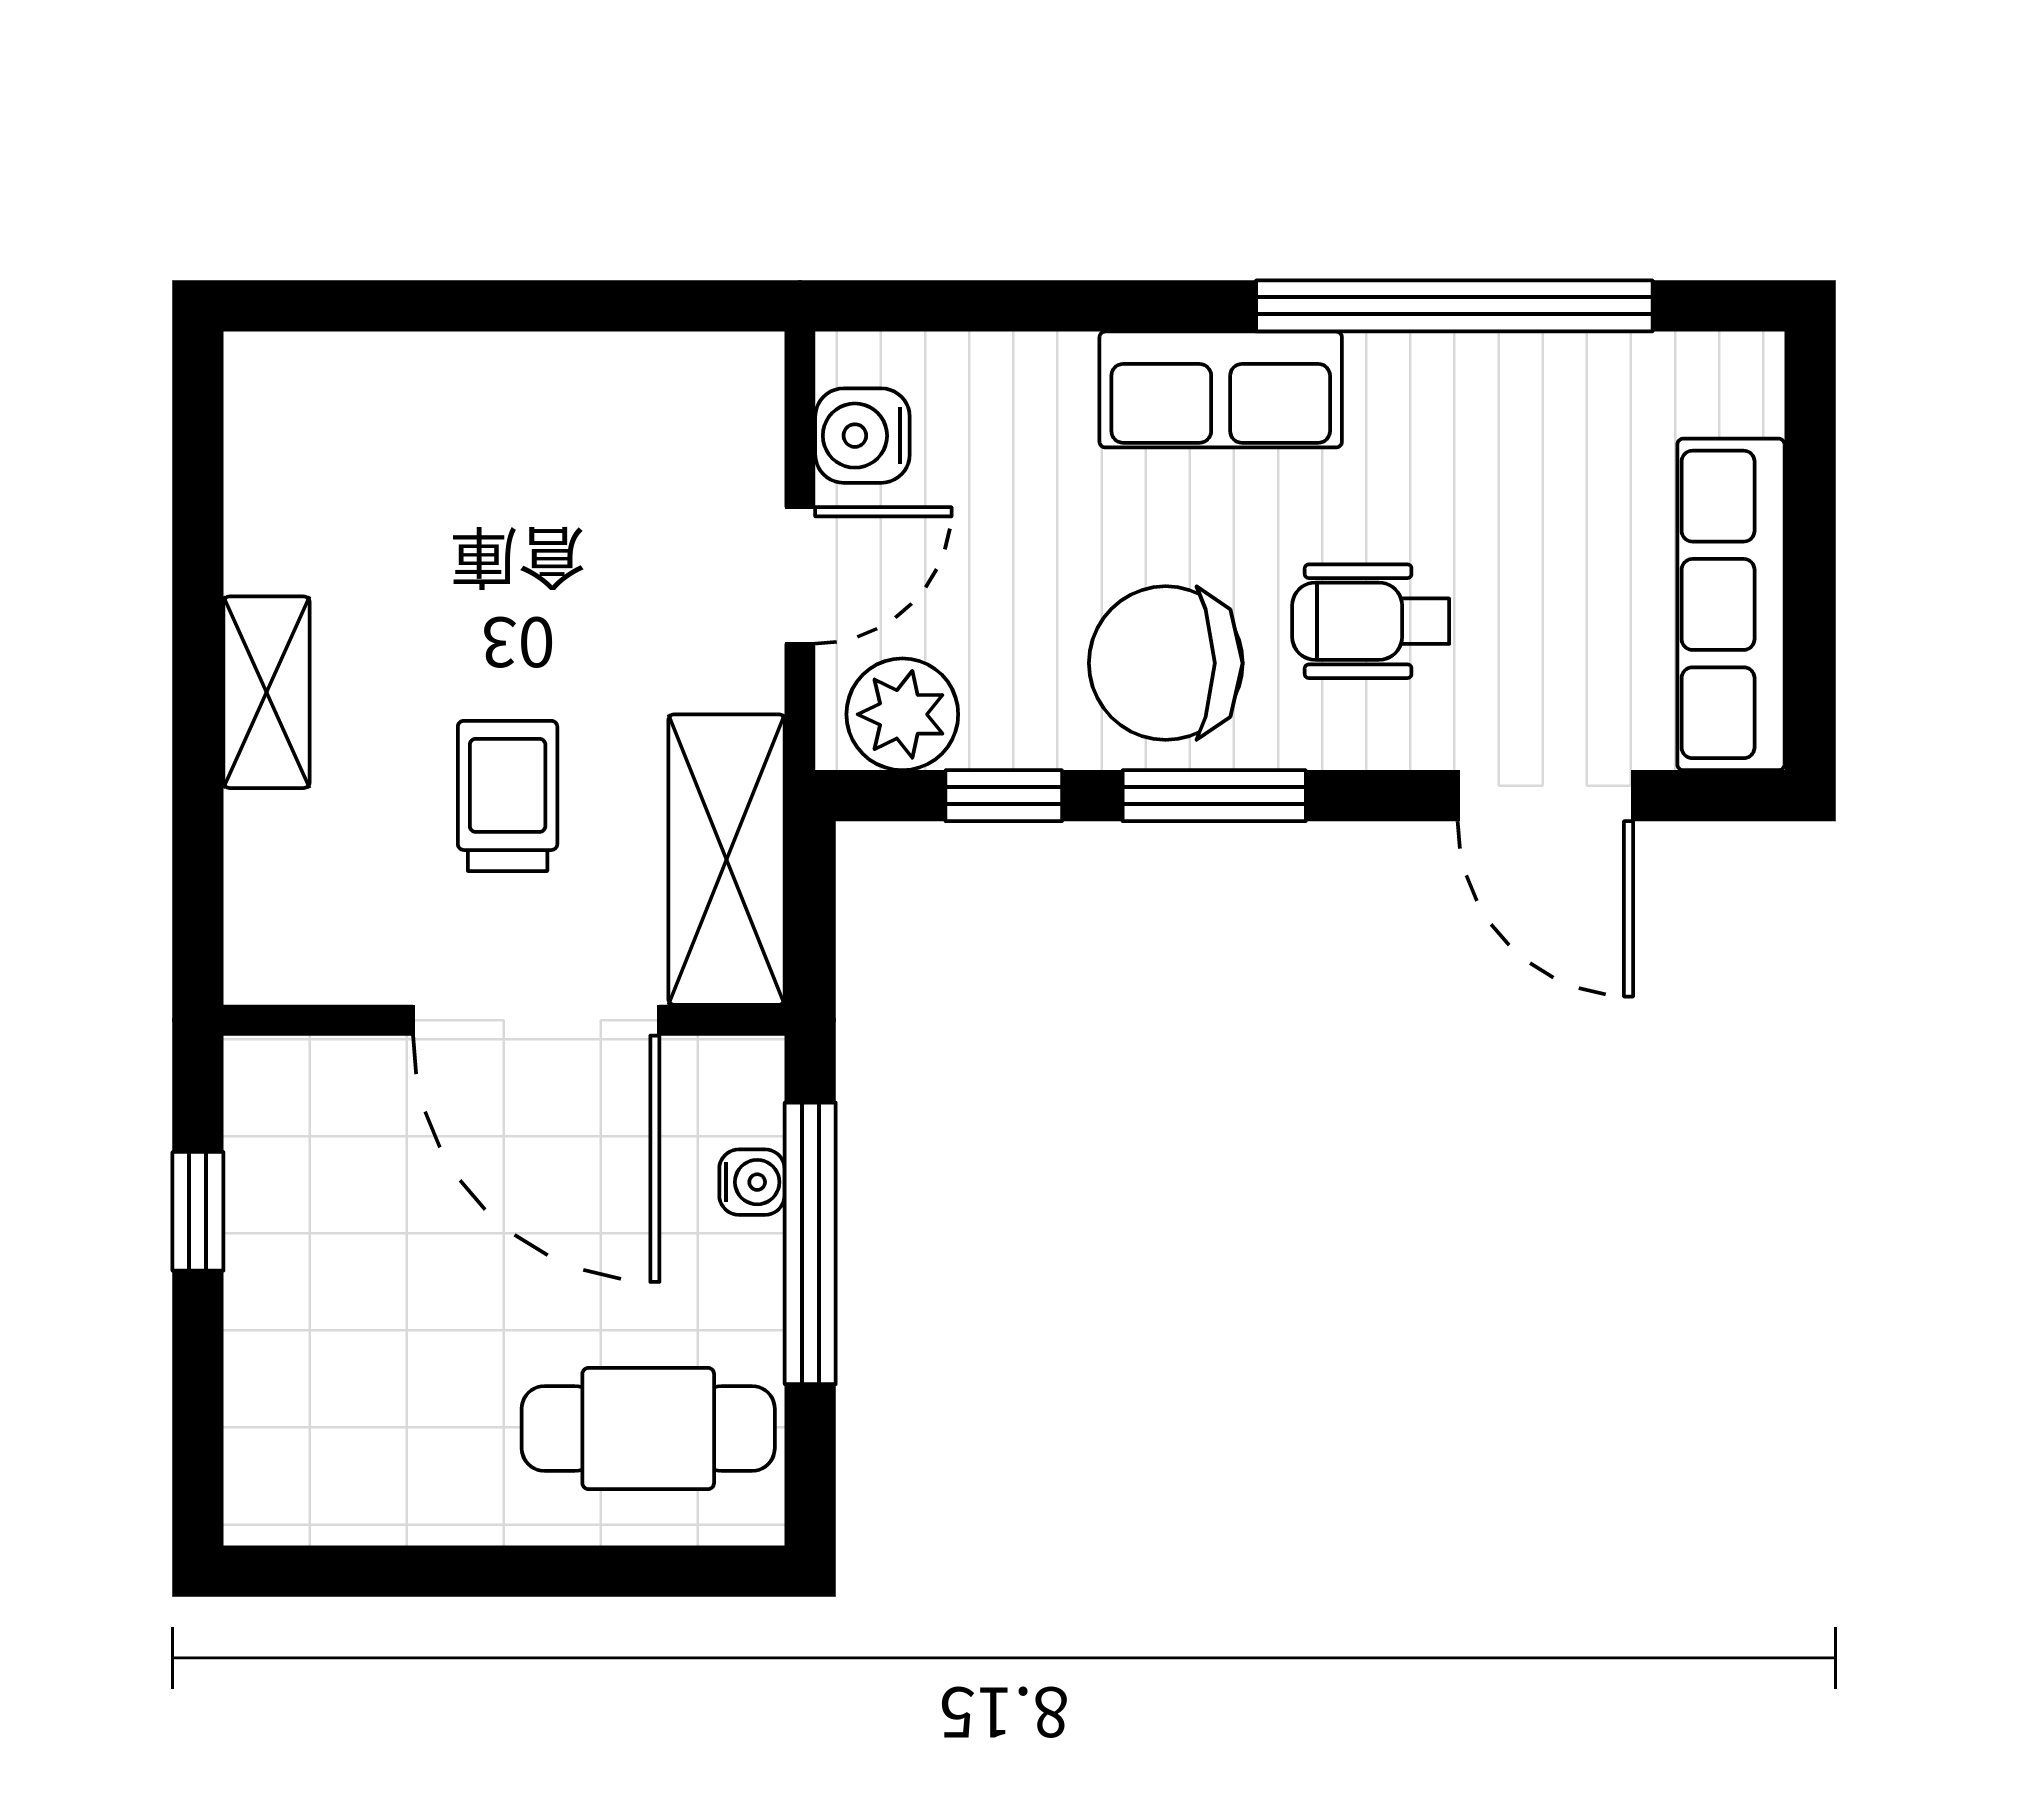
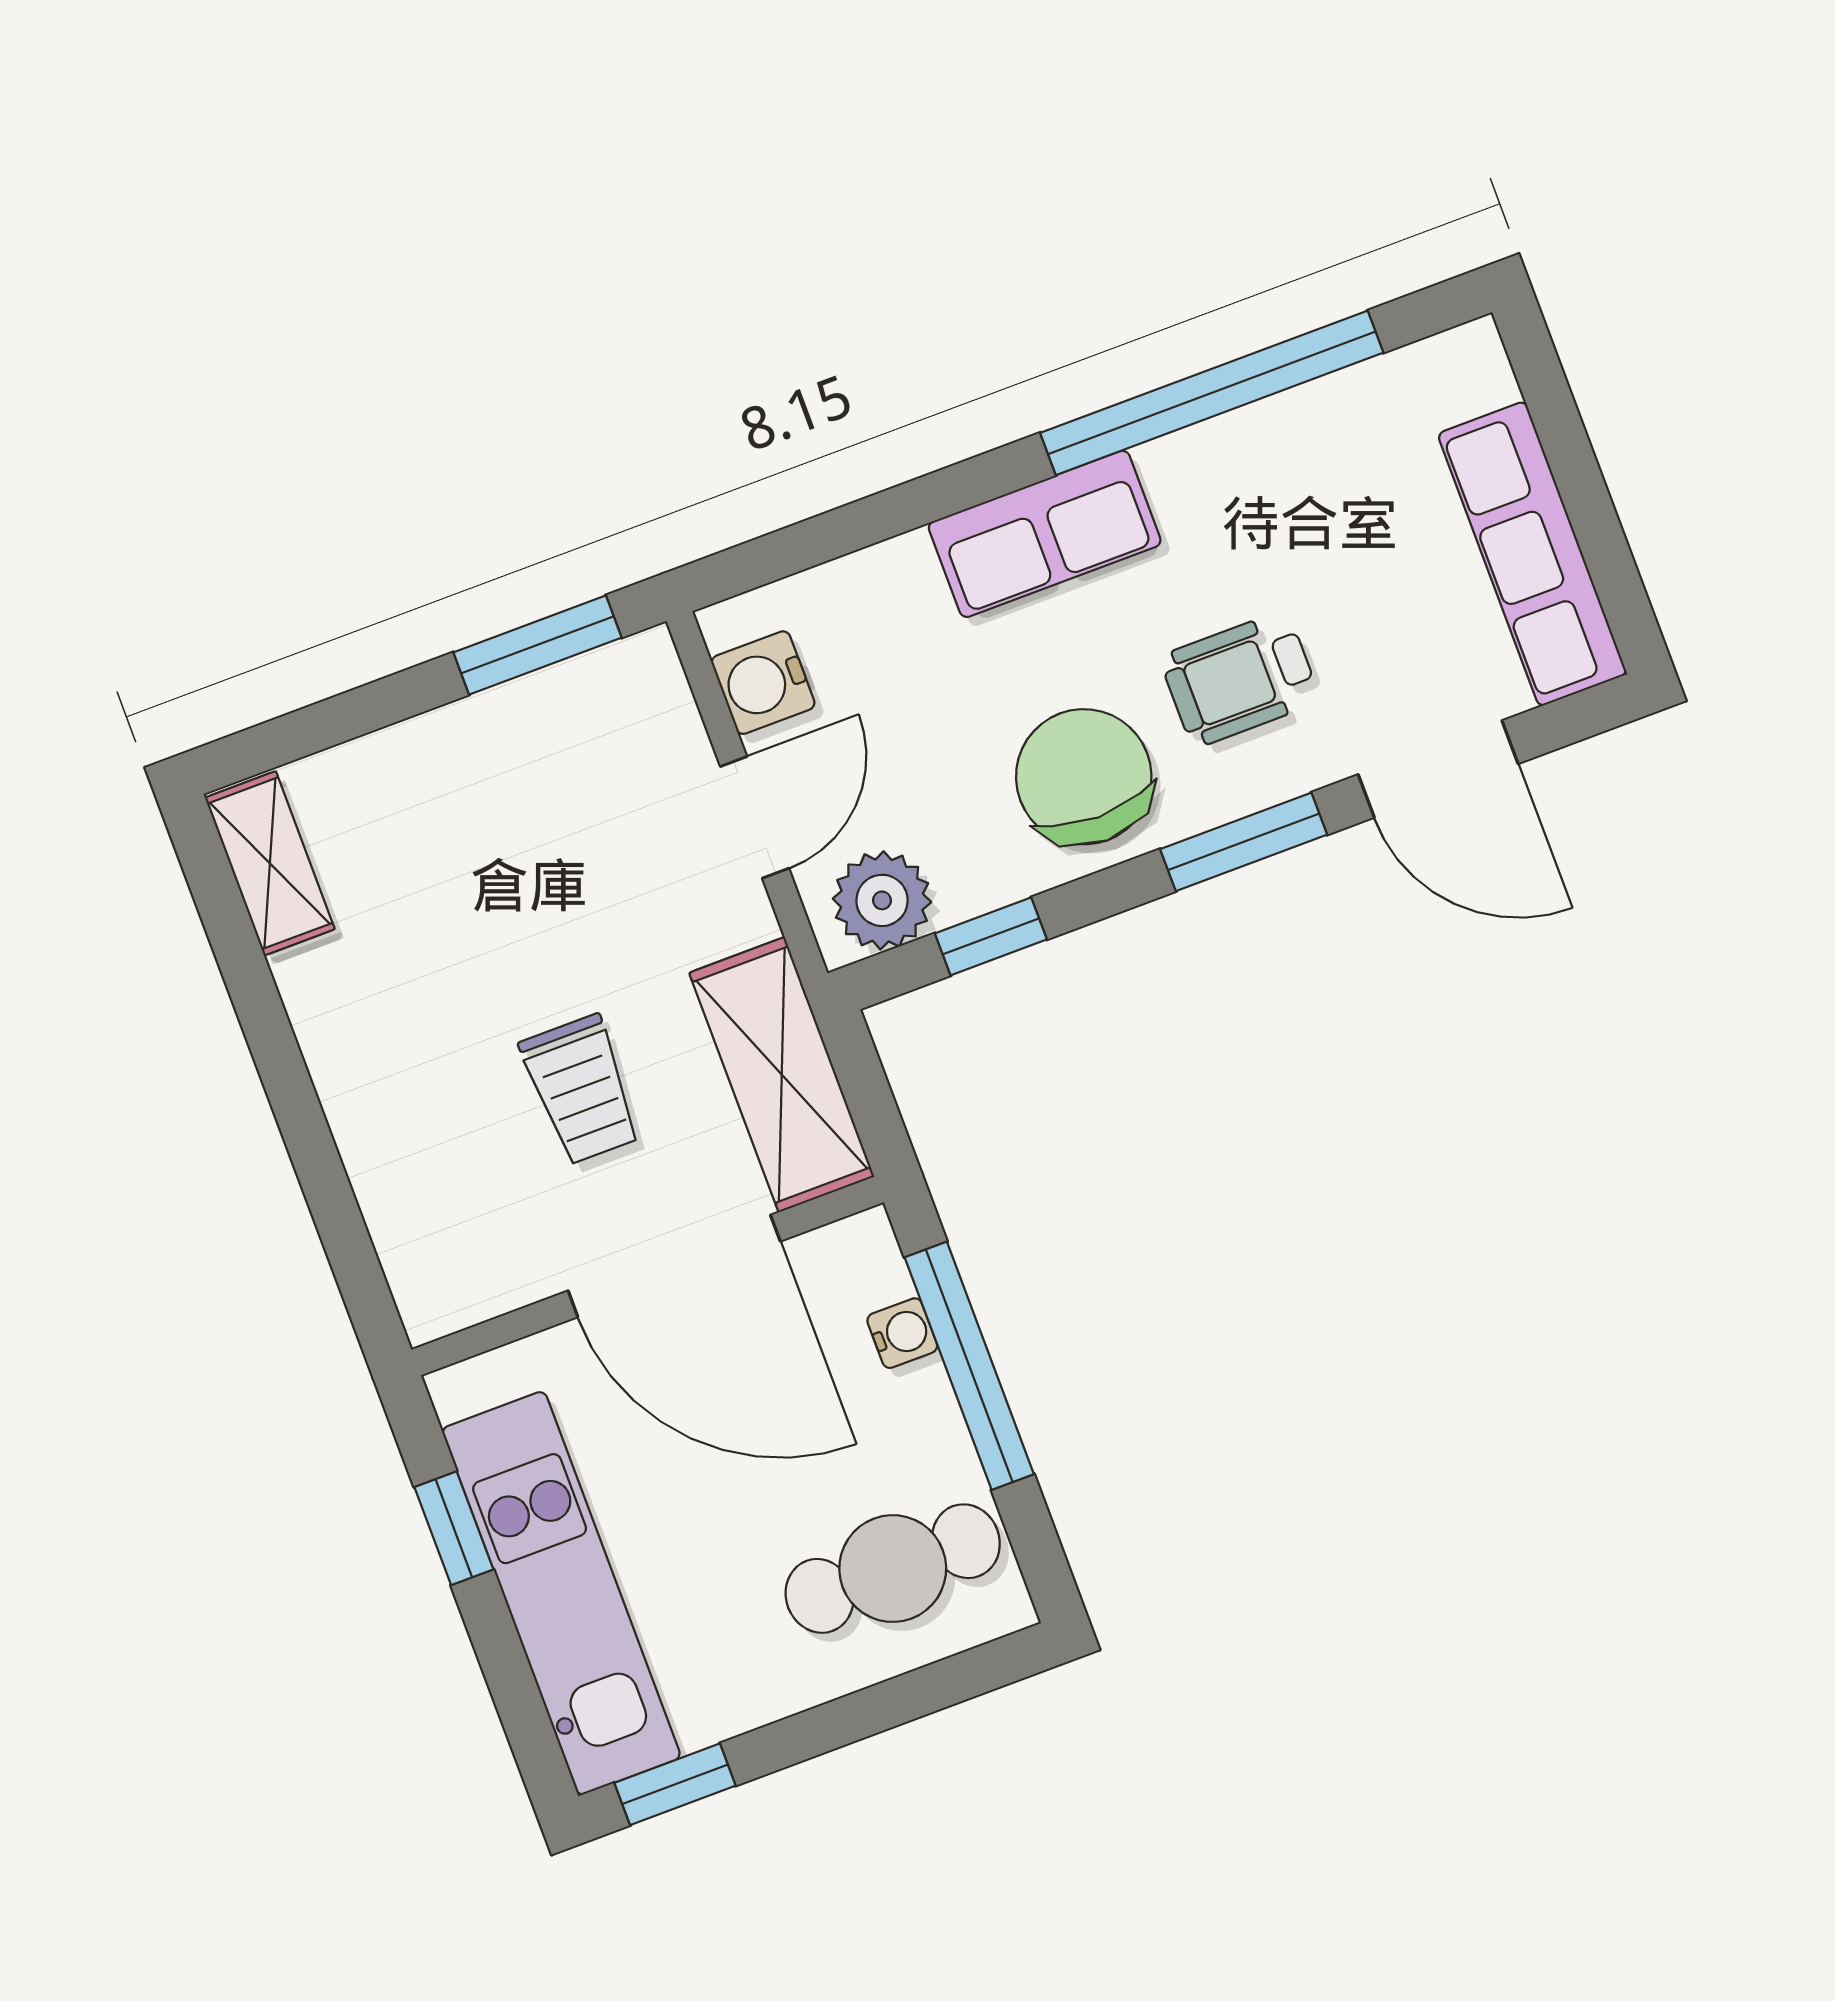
window: (638, 306) -> (537, 645), added
chair: (1166, 663) -> (1084, 777), turned 90
shelving: (267, 692) -> (270, 863), moved
trolley: (508, 796) -> (581, 1090), turned 180
window: (1214, 796) -> (1244, 842), moved
kitchen unit: (286, 1323) -> (561, 1593), added
window: (331, 1571) -> (675, 1784), added

